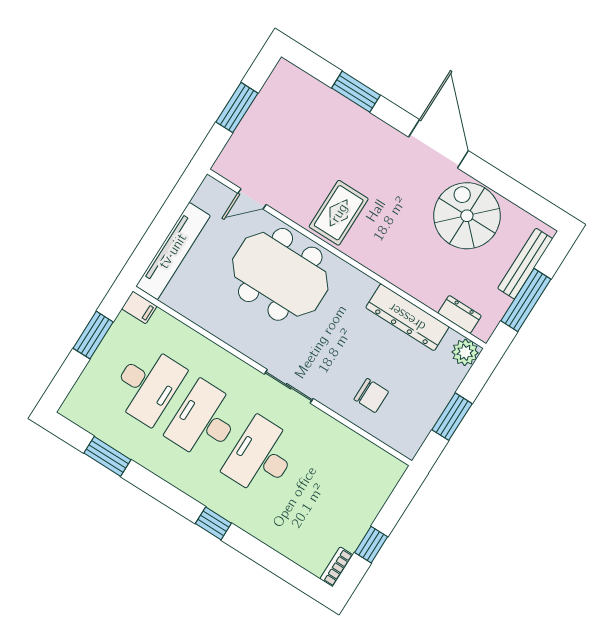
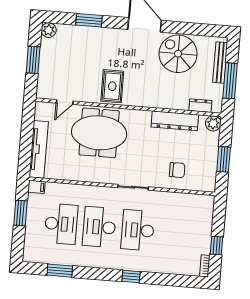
plant: (285, 74) -> (49, 30), added

